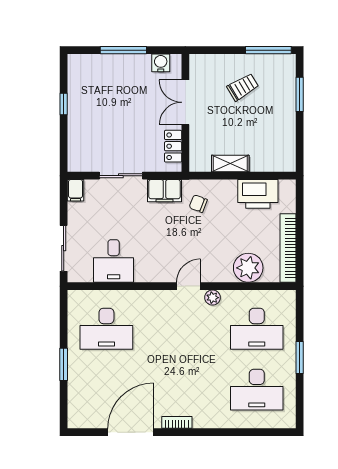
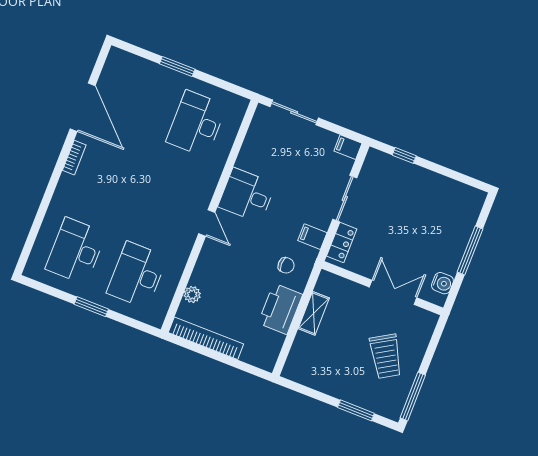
trolley: (243, 87) -> (386, 356), width x1.36, depth x1.39
window: (64, 104) -> (404, 155), moved
locker: (173, 146) -> (342, 243), moved, turned 90
filing cabinet: (165, 191) -> (312, 237), width x0.50
printer: (258, 194) -> (280, 309), moved
chair: (198, 204) -> (286, 265), turned 69
desk: (114, 261) -> (247, 195), moved
plant: (248, 268) -> (192, 295), width x0.53, depth x0.53
plant: (212, 298) -> (186, 243), removed

